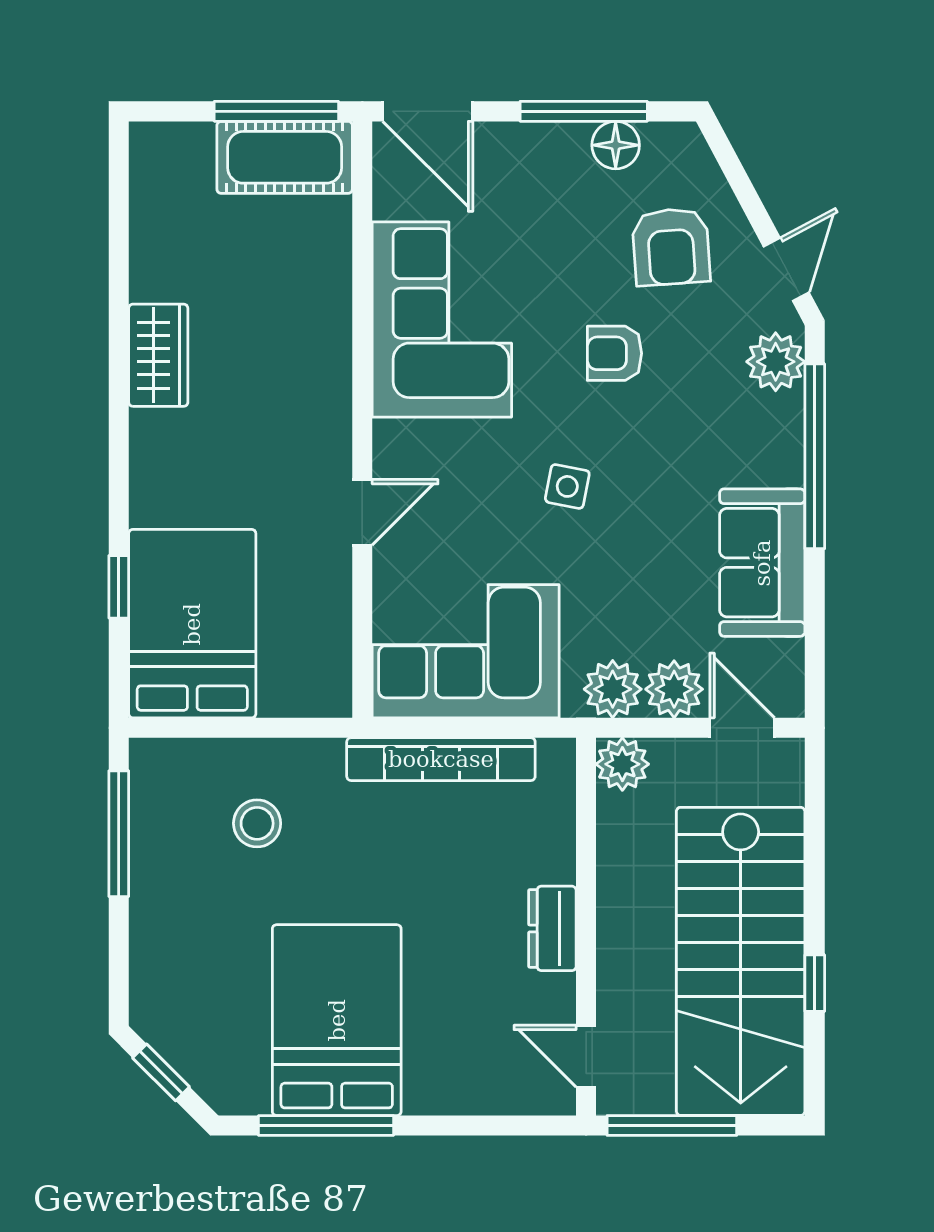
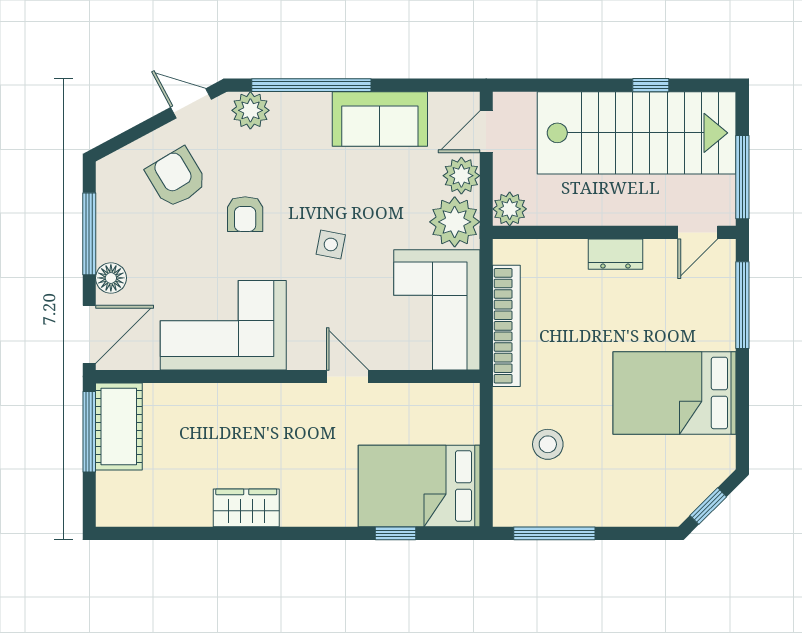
floor lamp: (616, 145) -> (111, 278), moved
armchair: (671, 247) -> (176, 178), turned -117
plant: (613, 689) -> (455, 222), width x1.36, depth x1.36
window: (326, 1125) -> (742, 305), moved

